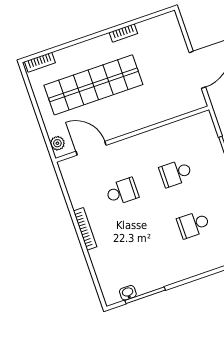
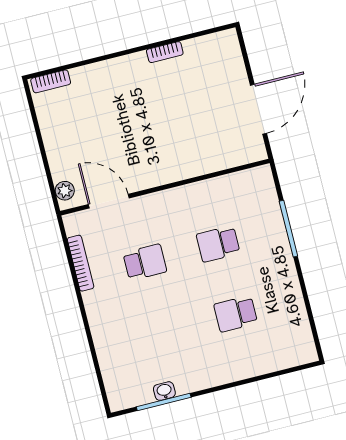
shop shelf: (93, 85) -> (119, 117), removed
bookcase: (85, 229) -> (81, 263), moved
washbasin: (128, 293) -> (164, 391), moved

